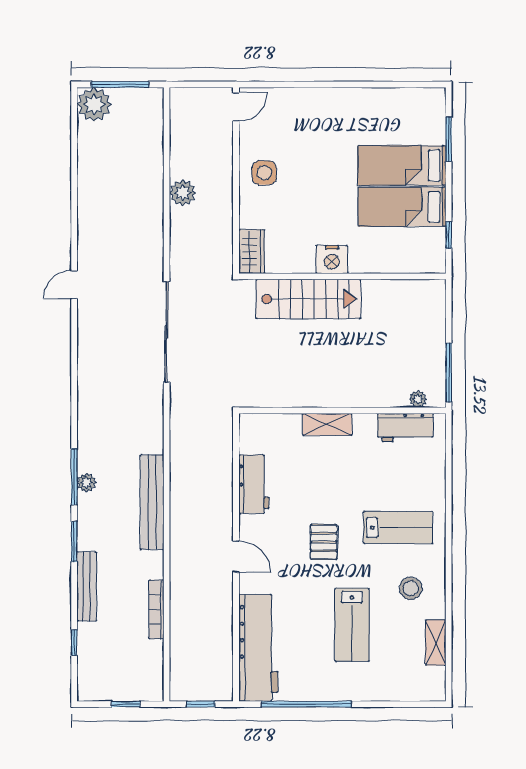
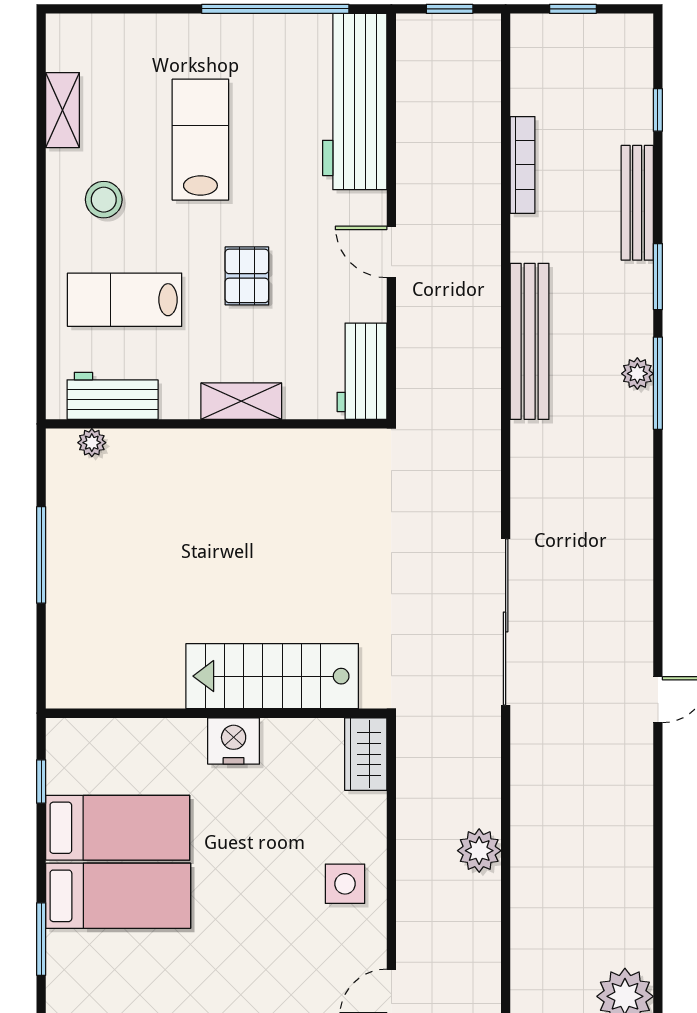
plant: (418, 399) -> (92, 443), moved
wall: (342, 410) -> (216, 424), moved
shelving: (327, 424) -> (241, 401), moved
workbench: (405, 428) -> (113, 396), moved

